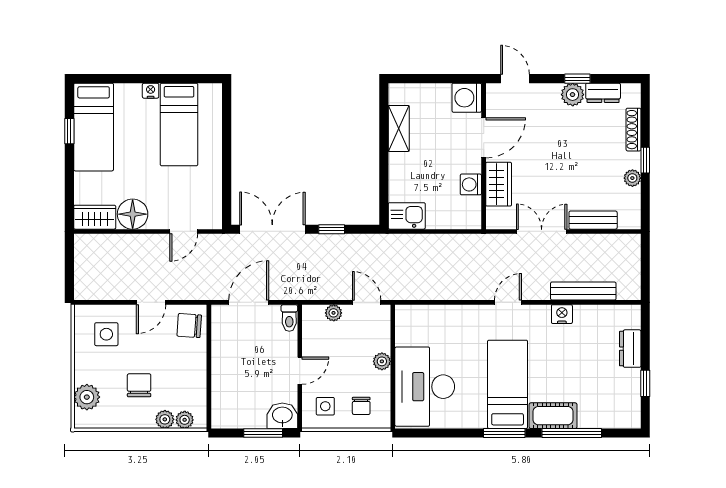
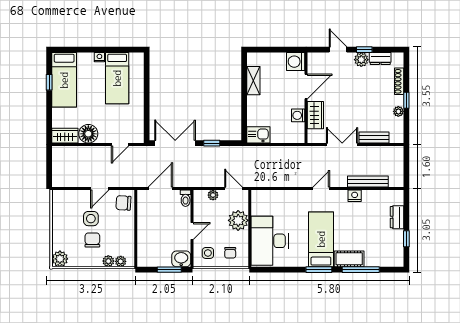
door: (515, 79) -> (338, 50), moved
side table: (106, 334) -> (91, 219), moved
plant: (382, 361) -> (238, 220), width x1.88, depth x1.88
plant: (87, 397) -> (60, 259), moved

